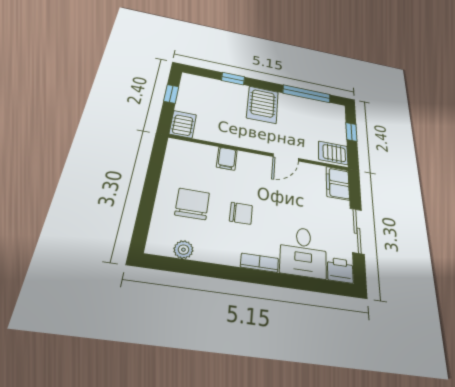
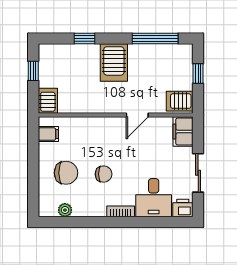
filing cabinet: (227, 159) -> (48, 134), moved, turned -90
chair: (192, 204) -> (66, 173), turned 90

